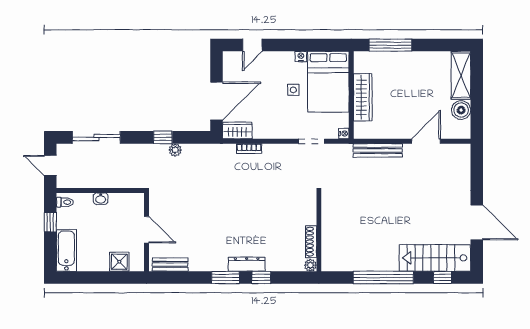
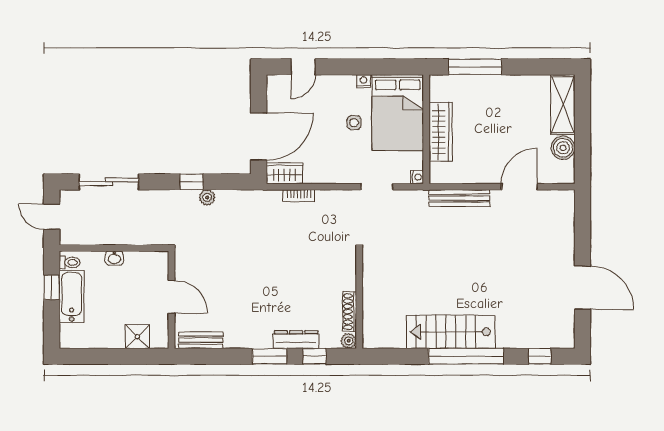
wall: (319, 232) -> (359, 300), moved
shoe rack: (311, 242) -> (350, 312), moved
bathtub: (66, 250) -> (72, 297), moved
stairs: (435, 258) -> (451, 332), moved
plant: (310, 265) -> (349, 341), moved

